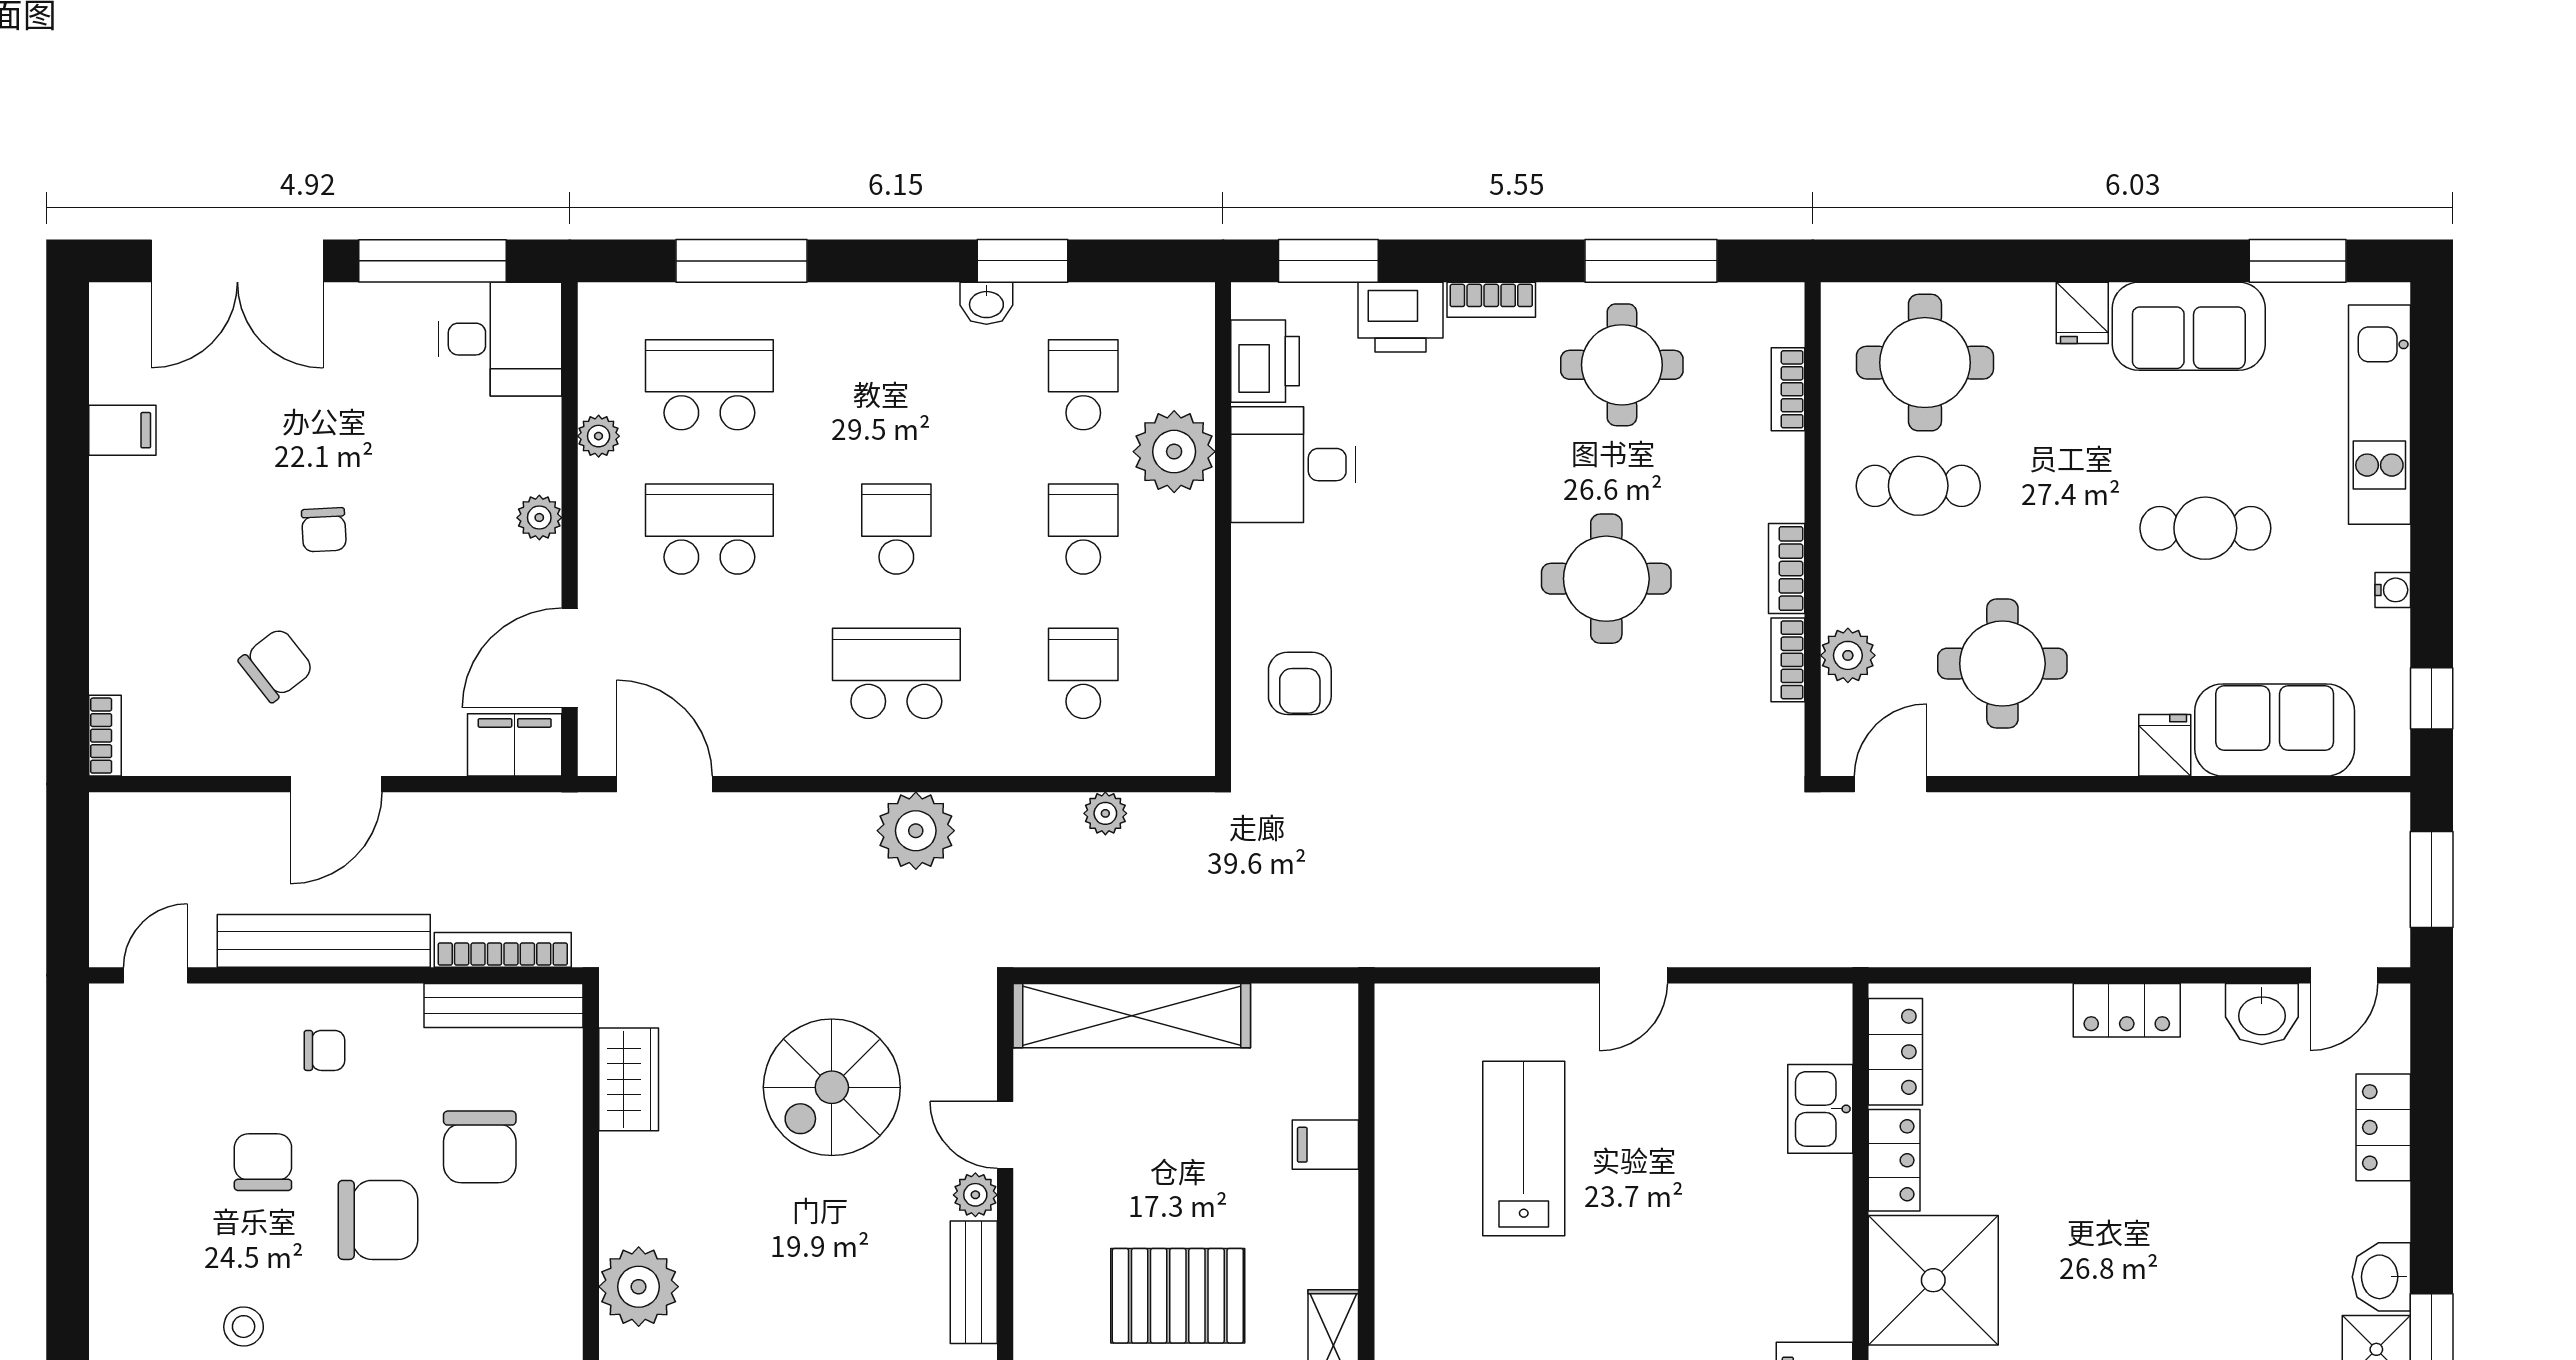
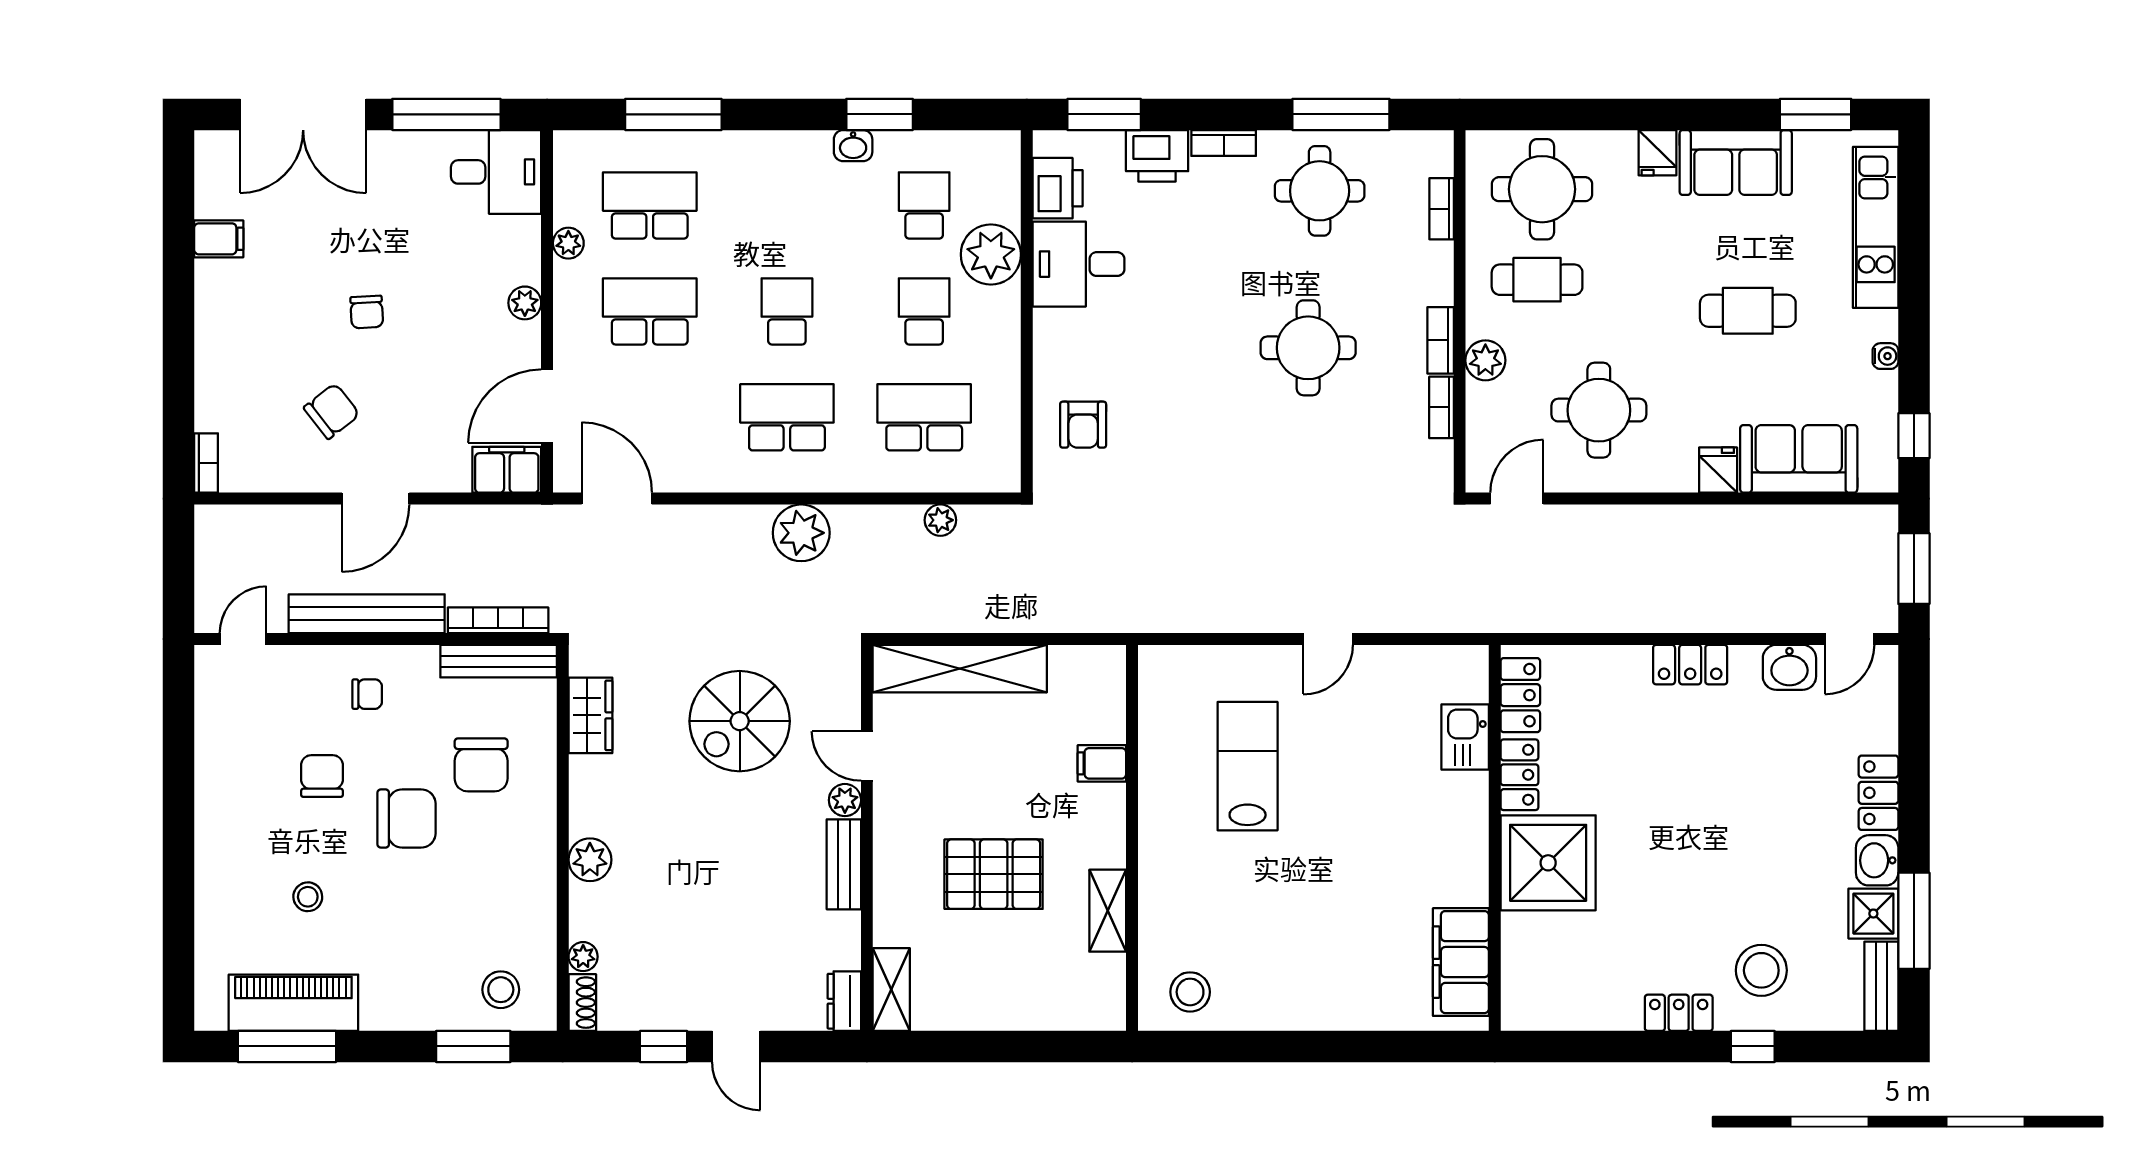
plant: (1848, 655) -> (1485, 360), moved
school desk: (1083, 673) -> (924, 417), width x1.85
locker: (2383, 1127) -> (1878, 793), moved
plant: (639, 1287) -> (590, 860), width x0.73, depth x0.73

